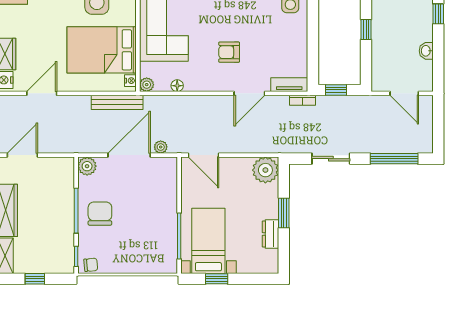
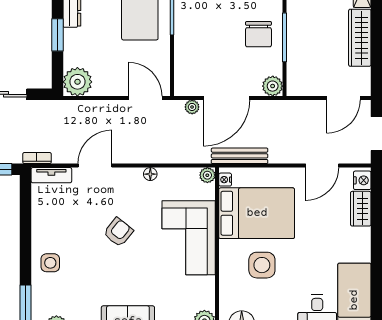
armchair: (229, 52) -> (118, 232), moved, turned -51
floor lamp: (177, 86) -> (150, 174), moved

